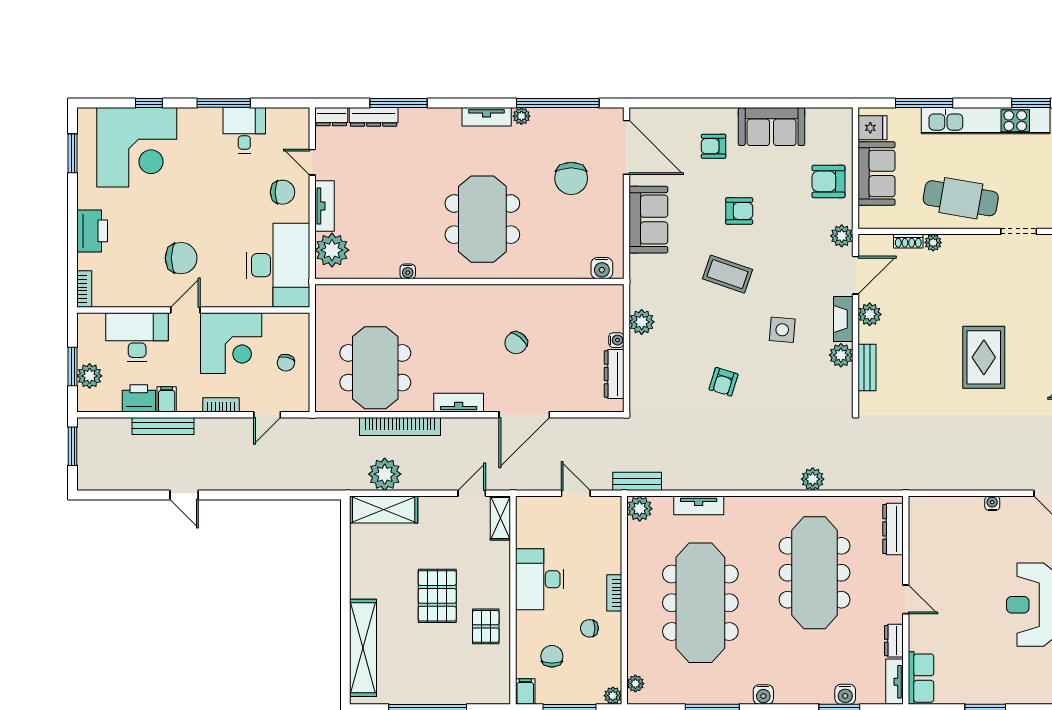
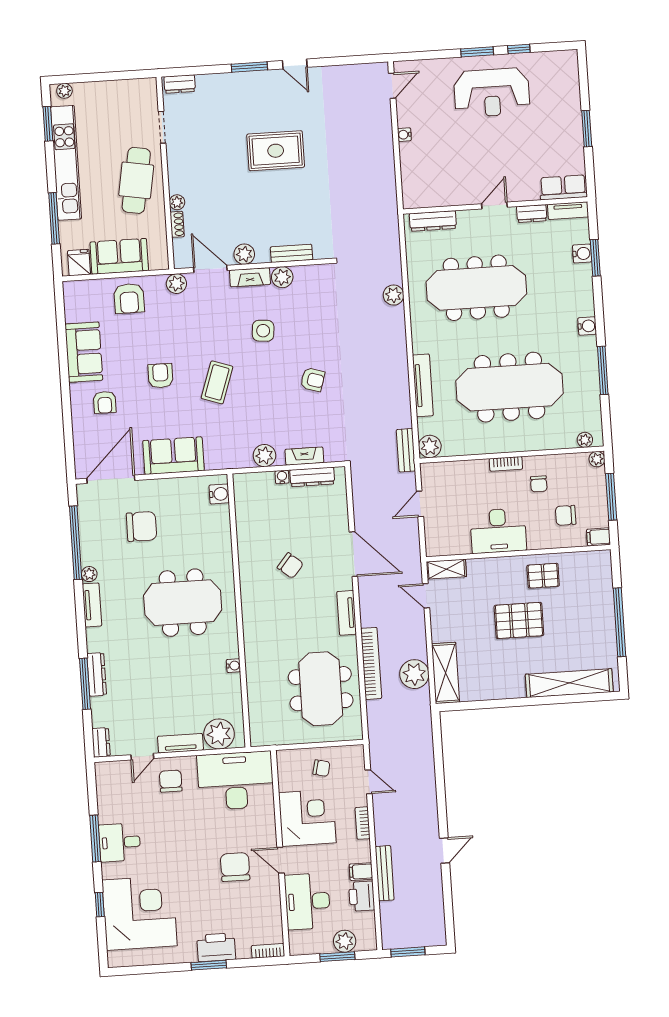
dresser: (374, 117) -> (97, 674), moved
desk: (244, 130) -> (120, 842), moved
window: (73, 153) -> (209, 965), moved
fireplace: (638, 367) -> (304, 456), added
meeting table: (375, 368) -> (321, 689), turned 90
tv unit: (699, 505) -> (423, 385), width x1.41

